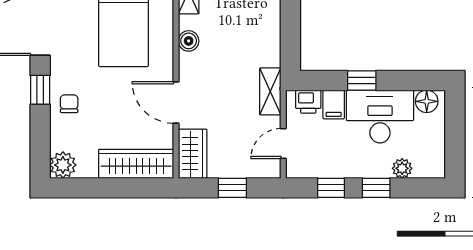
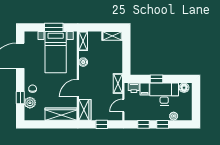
window: (40, 90) -> (20, 98), moved
door: (176, 102) -> (78, 88), hinge flipped
plant: (63, 165) -> (30, 103), moved

